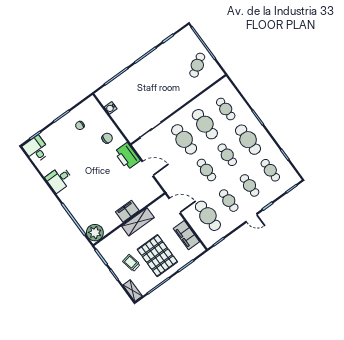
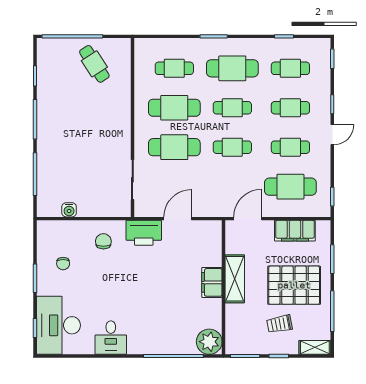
desk: (36, 149) -> (58, 325), width x1.87, depth x1.30

